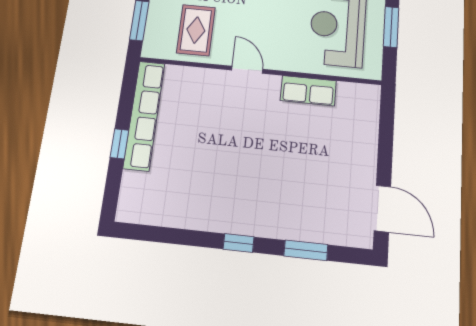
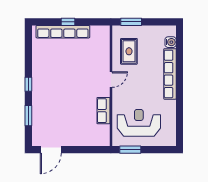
window: (391, 27) -> (130, 150), moved
rug: (196, 30) -> (129, 51), turned 90
row of seats: (144, 115) -> (63, 32), moved

